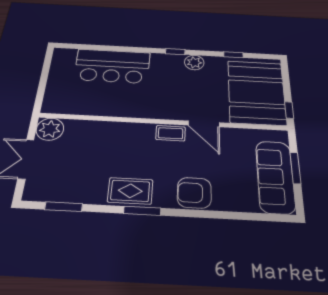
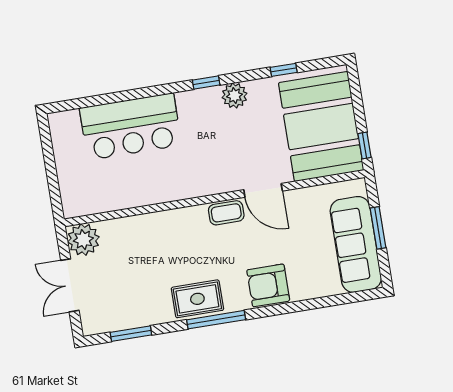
window: (142, 211) -> (216, 320), width x1.44

